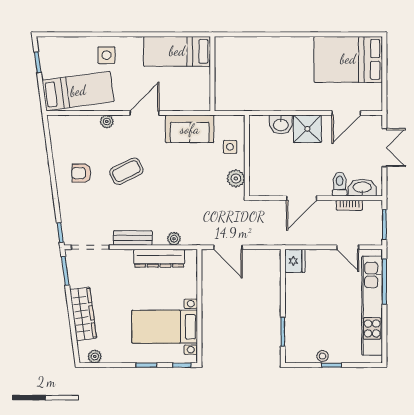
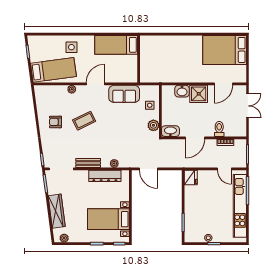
washbasin: (362, 188) -> (170, 131), moved

